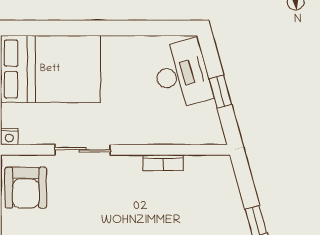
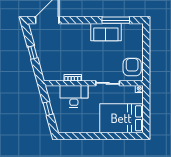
desk: (182, 74) -> (74, 96), moved, turned 105

